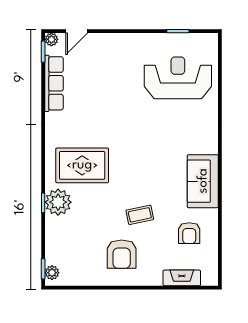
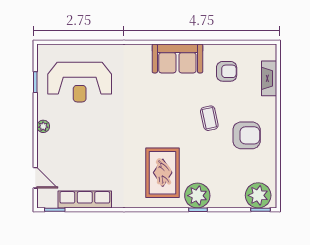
plant: (51, 39) -> (43, 126), moved
reception desk: (178, 78) -> (80, 82), turned -90
plant: (52, 273) -> (258, 195), width x1.87, depth x1.87

